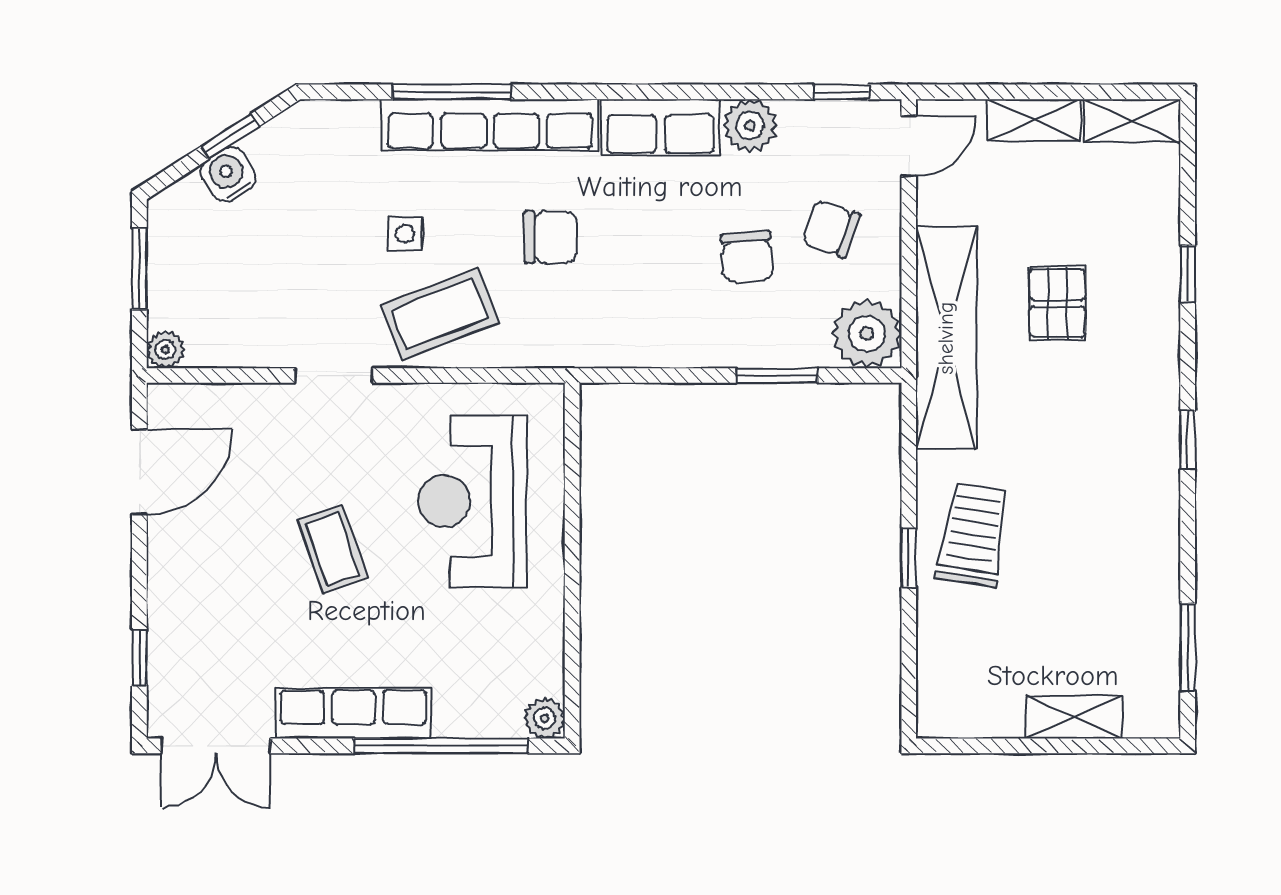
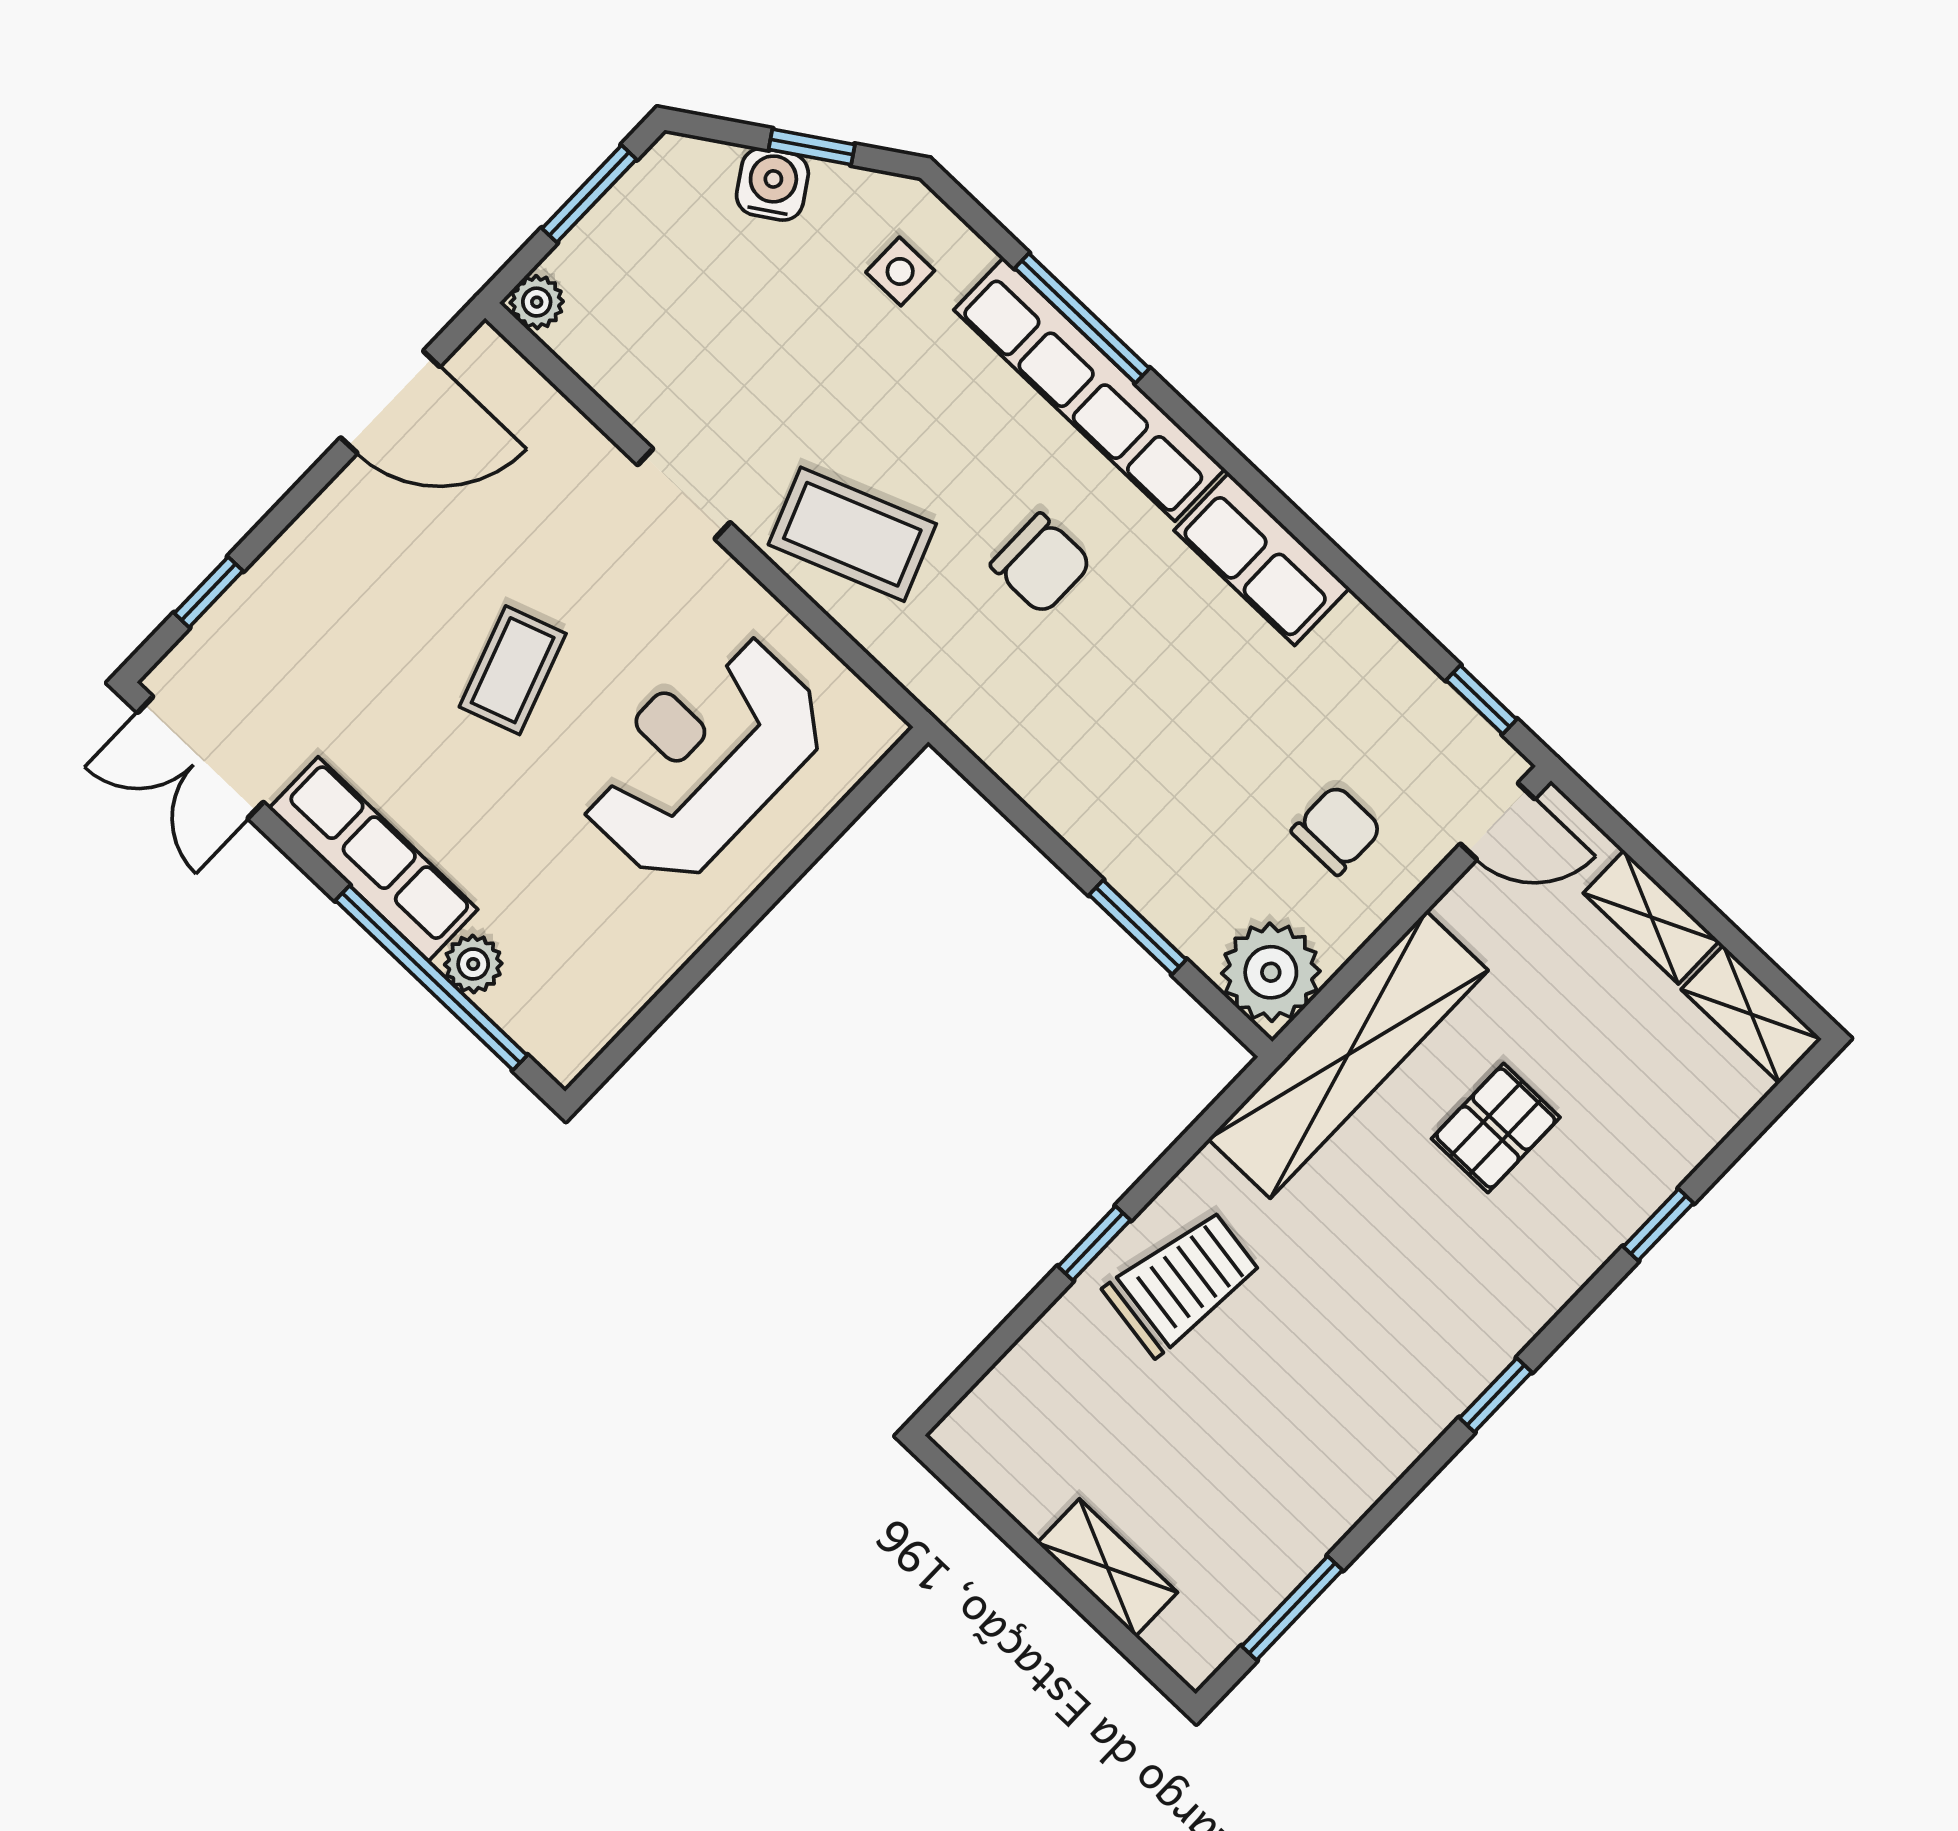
plant: (750, 125) -> (1355, 645), removed
chair: (831, 229) -> (1337, 830), turned 71
side table: (405, 234) -> (900, 271), moved
chair: (747, 256) -> (1224, 776), removed
plant: (545, 718) -> (473, 964), moved

